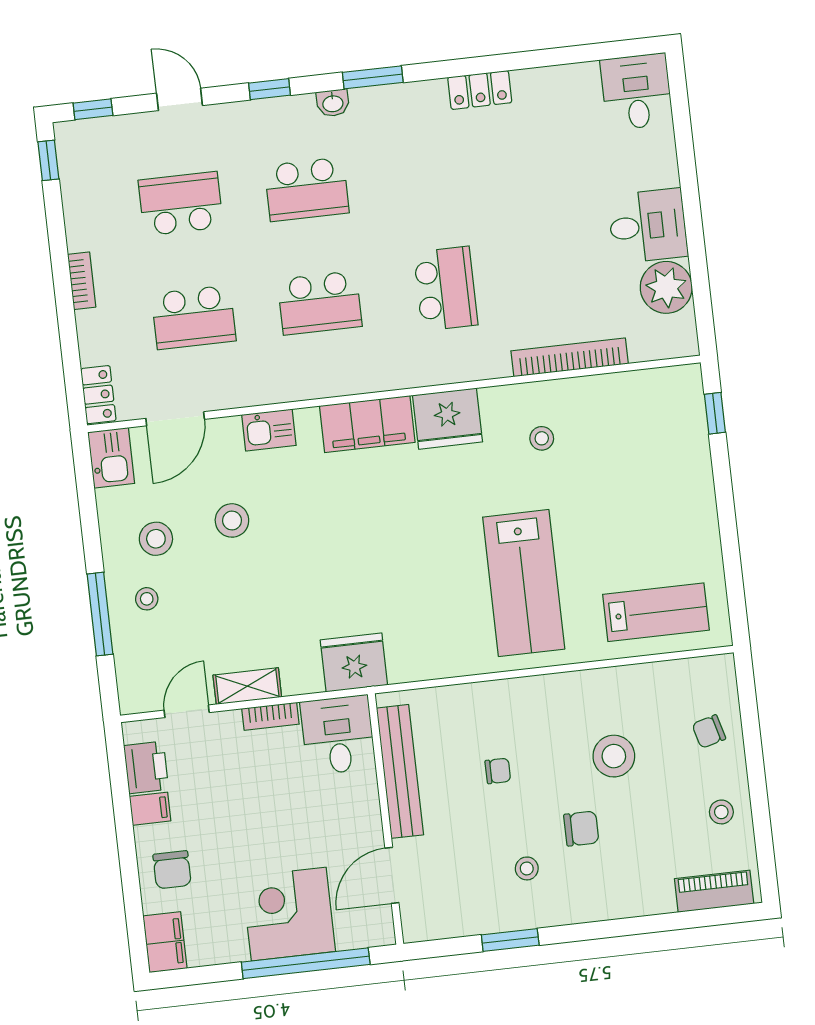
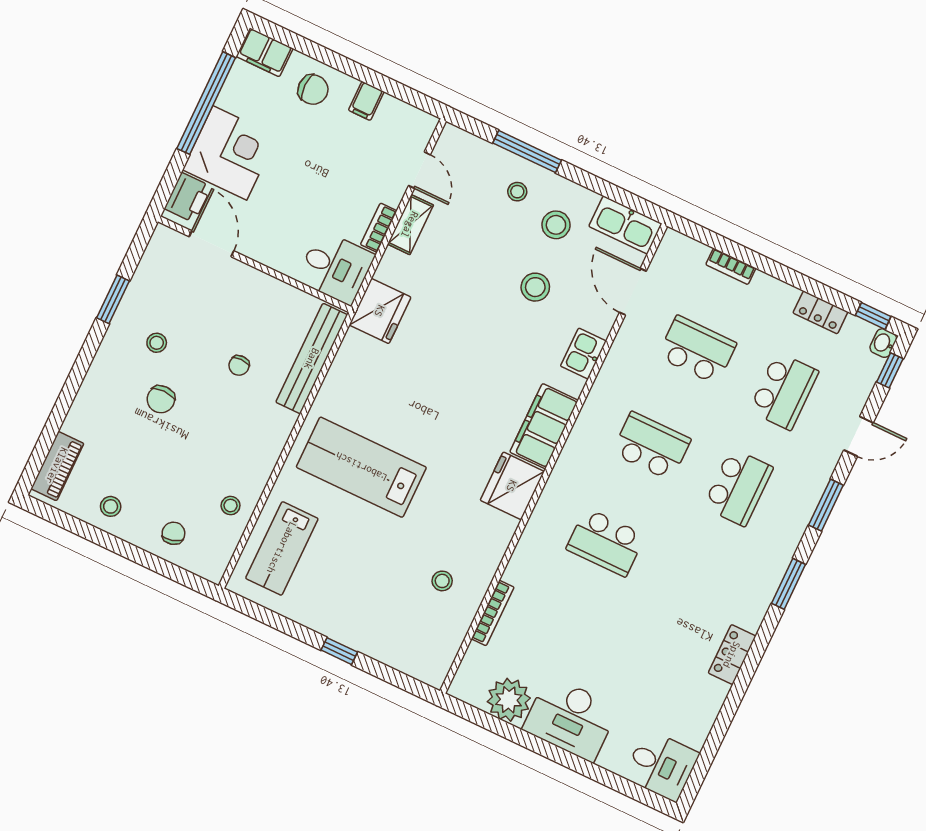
window: (270, 89) -> (826, 505), width x1.50
washbasin: (333, 103) -> (883, 343), moved
school desk: (307, 189) -> (738, 487), turned 180
desk: (648, 226) -> (571, 719), width x1.37
bookcase: (82, 281) -> (731, 266), moved
school desk: (320, 303) -> (651, 446), turned 90
school desk: (194, 317) -> (697, 350), turned 90
bookcase: (570, 357) -> (493, 613), width x0.68, depth x0.76
locker: (98, 395) -> (820, 312), moved
window: (715, 413) -> (339, 651), moved
stool: (542, 438) -> (442, 581), moved
kitchen sink: (111, 458) -> (625, 225), width x1.38
stool: (614, 756) -> (231, 506), moved, width x0.53, depth x0.53
printer: (146, 767) -> (188, 198), moved, turned -90
bench: (400, 771) -> (312, 359), moved, turned 90
chair: (172, 870) -> (313, 90), turned 180
window: (306, 963) -> (206, 103), moved

